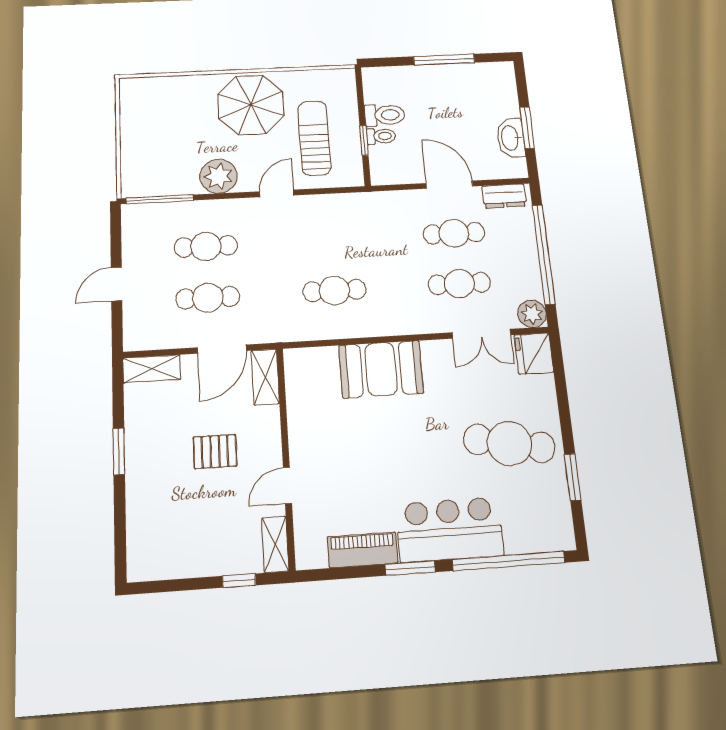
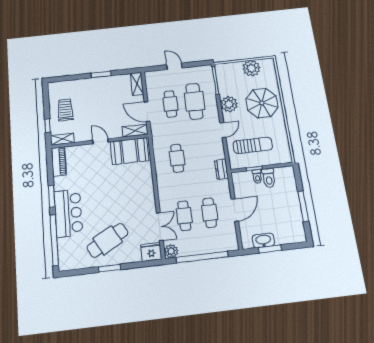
parasol: (251, 105) -> (262, 103), moved
plant: (139, 124) -> (251, 68), added
door: (277, 193) -> (223, 130), hinge flipped
dresser: (504, 196) -> (221, 169), moved
cafe table: (206, 246) -> (194, 101), width x1.37, depth x1.35
double door: (481, 334) -> (160, 227), swing flipped
booth: (381, 369) -> (129, 151), moved, turned 90
cafe table: (509, 443) -> (108, 240), turned 50
pallet: (215, 452) -> (102, 112), removed
window: (573, 477) -> (110, 268), moved
door: (287, 485) -> (100, 141), moved
trolley: (202, 538) -> (65, 110), added
piano: (363, 550) -> (59, 162), moved

